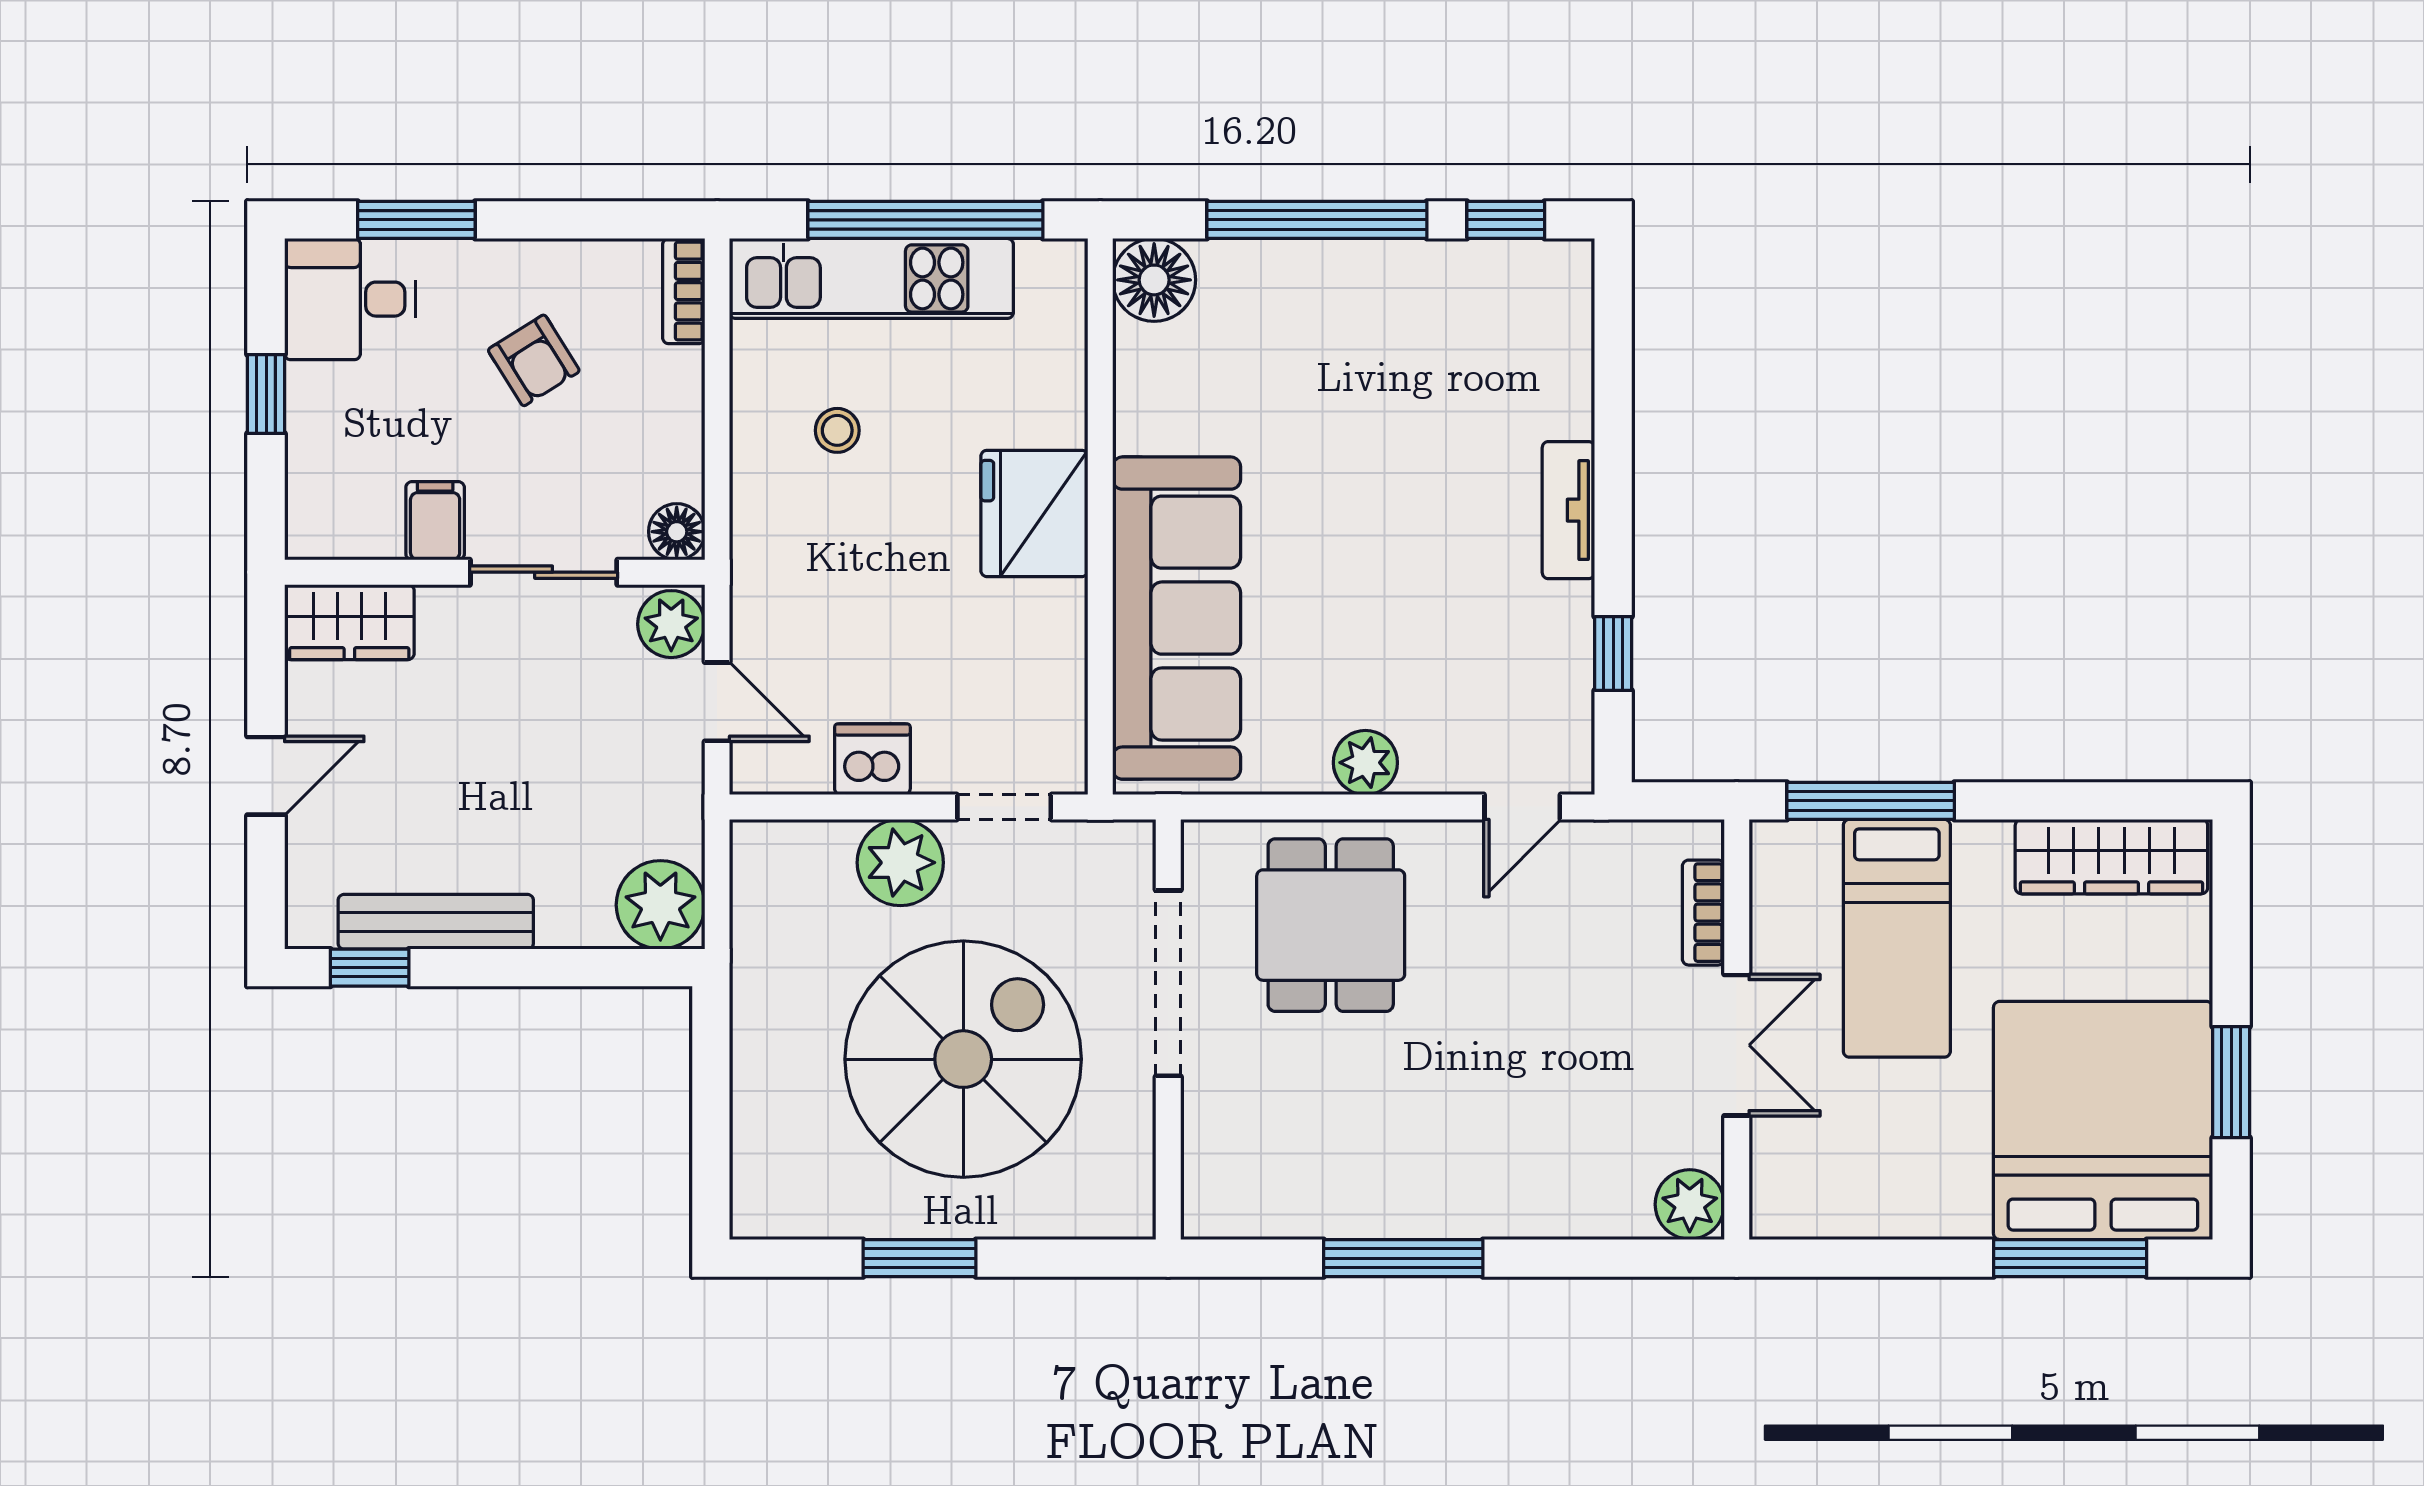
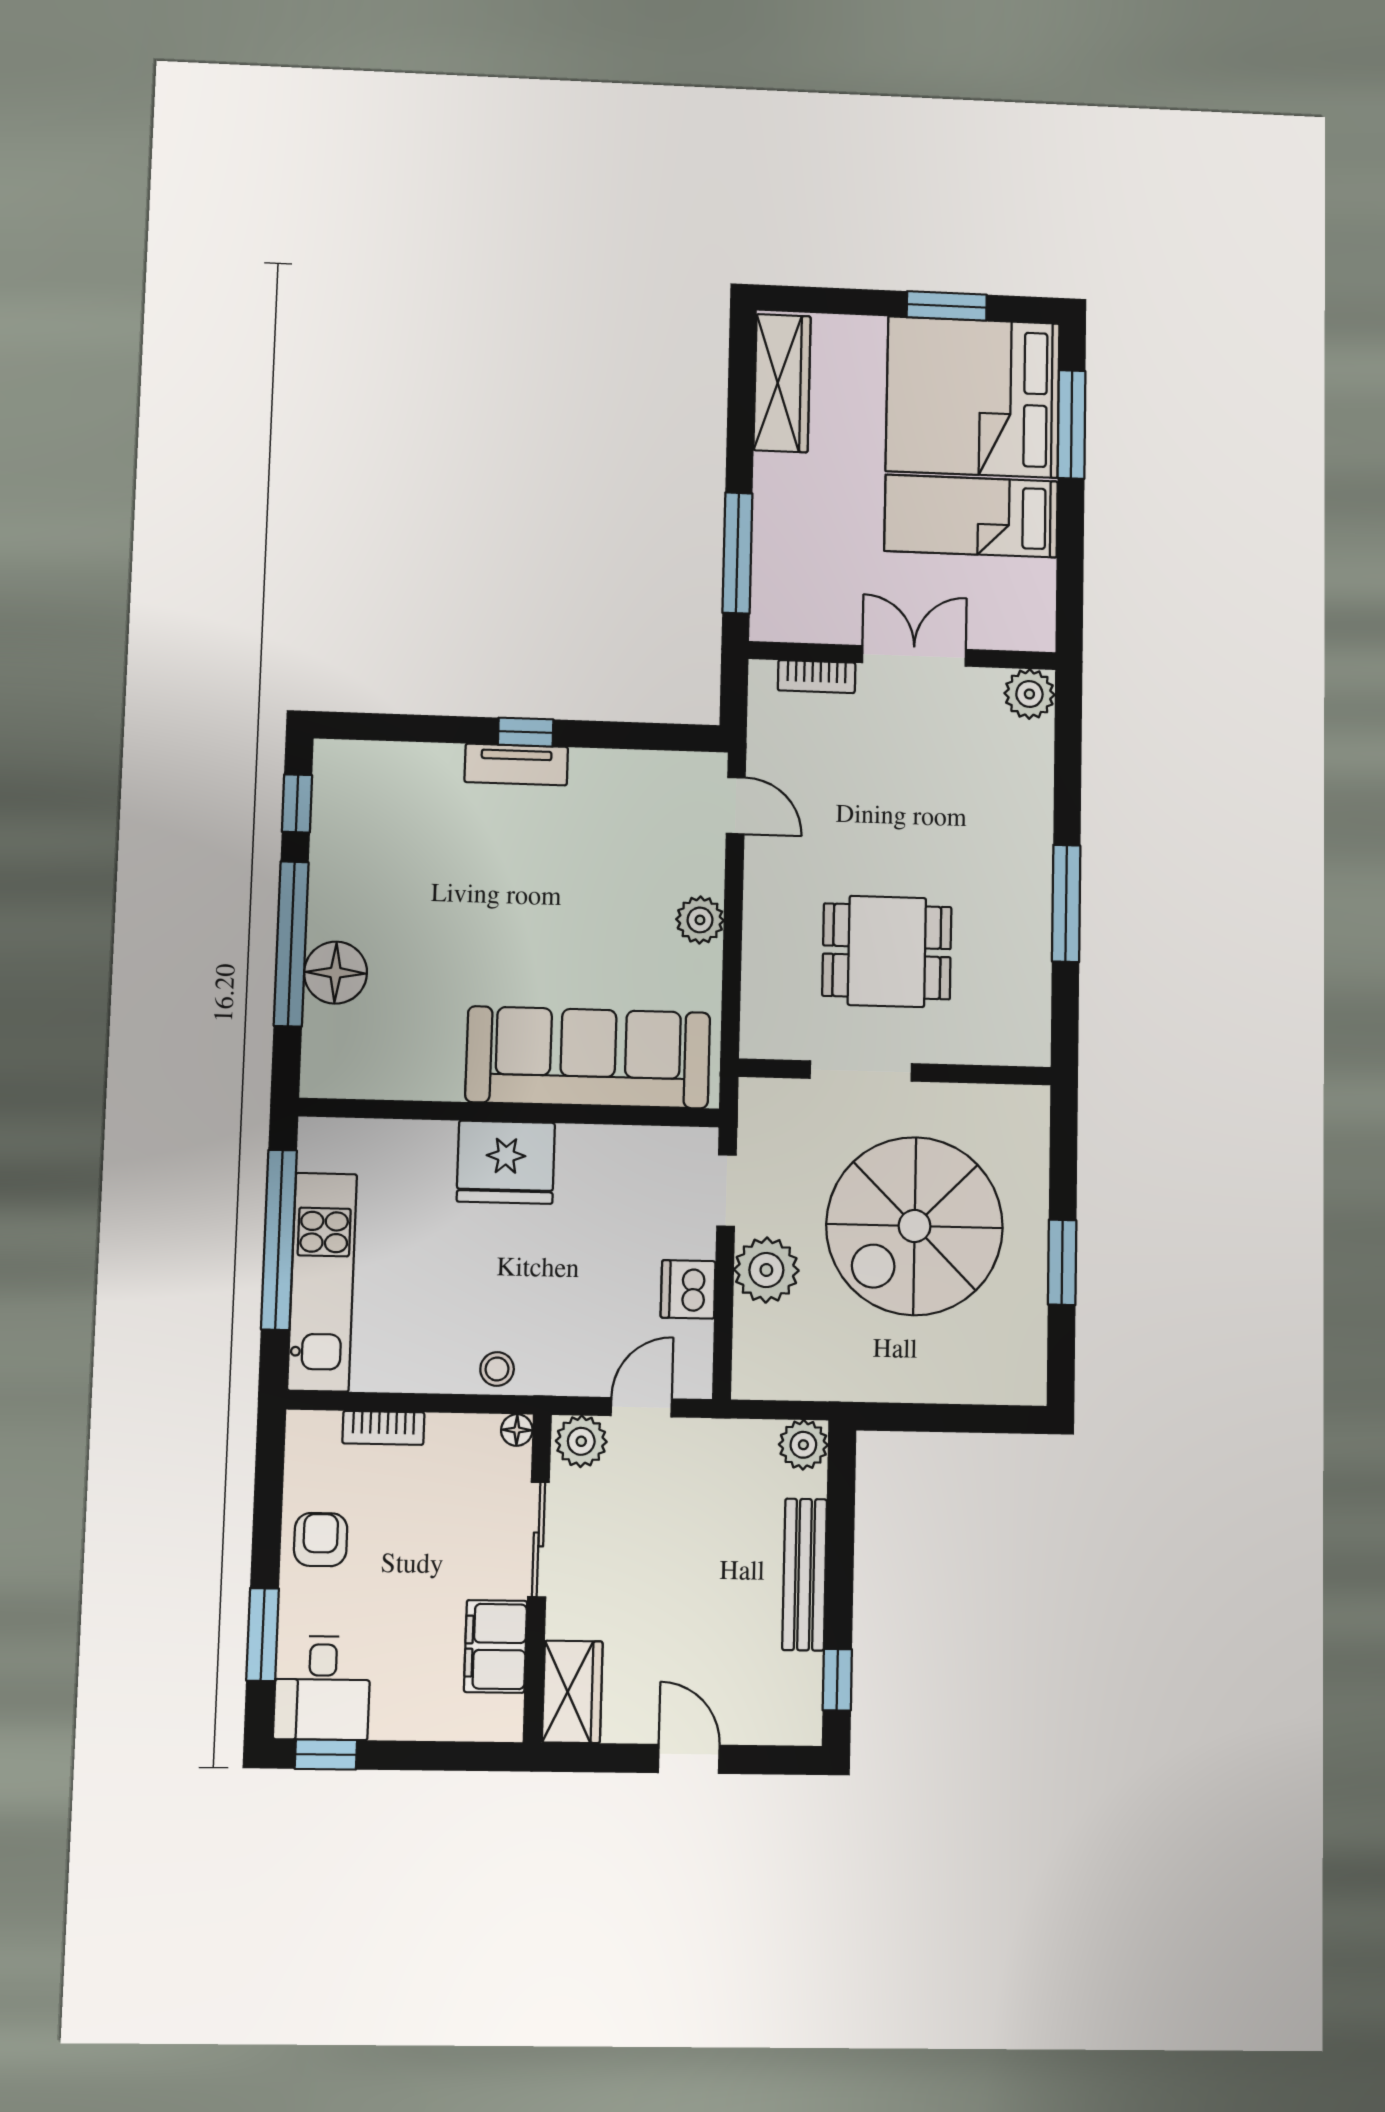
floor lamp: (1154, 280) -> (336, 973), moved
bookcase: (684, 291) -> (383, 1428), moved
armchair: (534, 360) -> (321, 1540), moved, turned -58
window: (266, 394) -> (326, 1754), moved
stool: (837, 430) -> (497, 1369), moved
filing cabinet: (435, 521) -> (496, 1646), width x2.00
floor lamp: (677, 532) -> (517, 1430), width x0.73, depth x0.73
window: (1613, 653) -> (526, 732), moved
plant: (660, 905) -> (803, 1445), width x0.73, depth x0.73
bench: (436, 922) -> (805, 1574), moved
dining table: (1331, 925) -> (887, 951), moved
bed: (1897, 938) -> (971, 516), moved, turned 180
doorway: (1168, 983) -> (861, 1071), width x0.73
spiral stairs: (963, 1059) -> (915, 1226), turned -90

